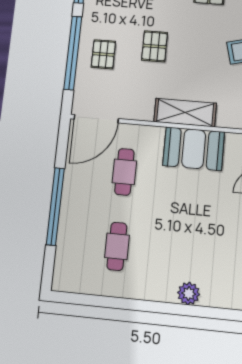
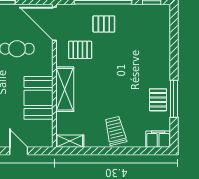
pallet: (155, 46) -> (80, 50), moved

